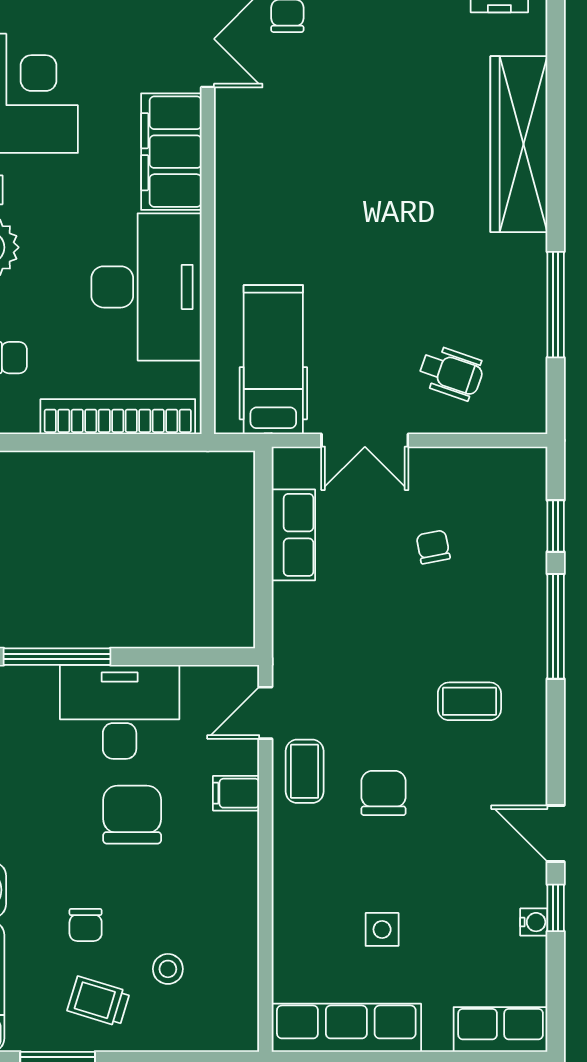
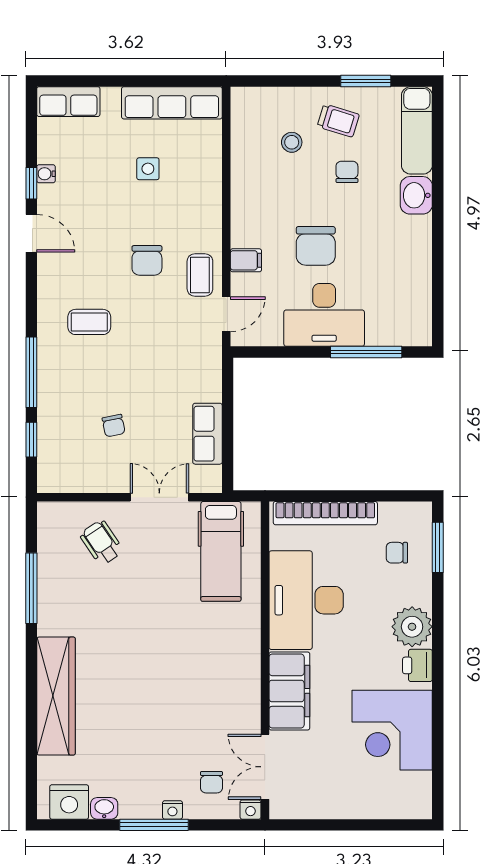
wheelchair: (451, 373) -> (101, 543), turned 37

